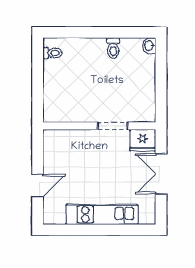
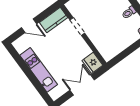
doorway: (113, 126) -> (77, 27), moved
kitchen counter: (53, 150) -> (54, 20), added

